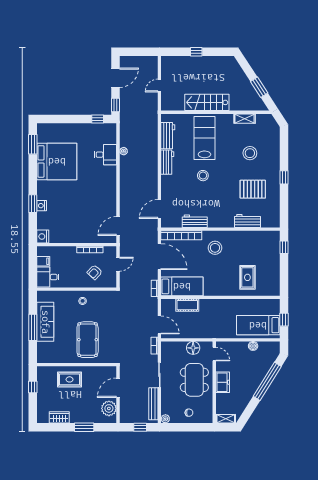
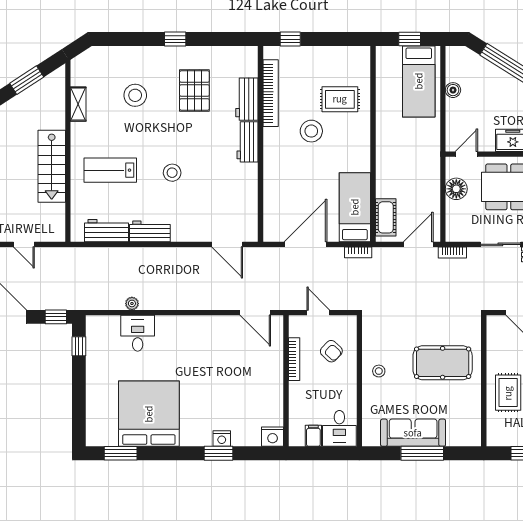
lab bench: (204, 138) -> (110, 170), width x0.73, depth x0.72
workbench: (195, 221) -> (247, 142), moved
bookcase: (181, 235) -> (271, 93), moved
stool: (215, 248) -> (311, 131), moved
cot: (187, 305) -> (386, 217), moved

